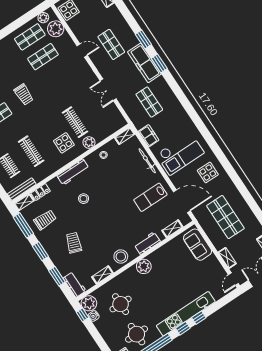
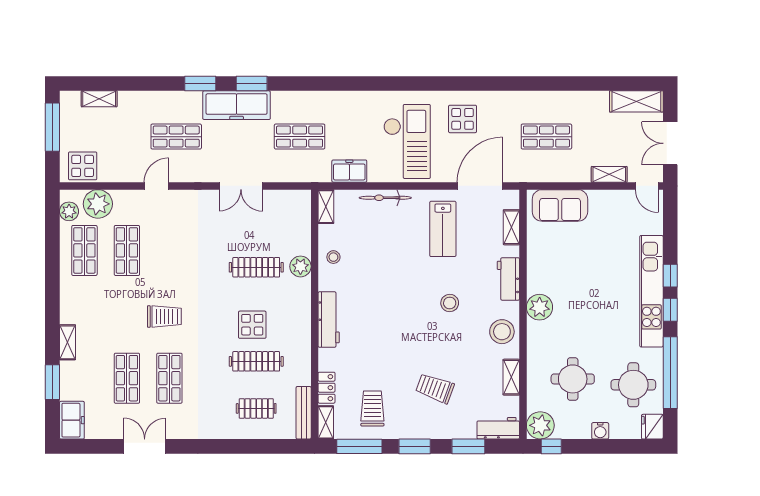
display table: (64, 143) -> (252, 325), moved
stool: (84, 199) -> (450, 303), moved
shop shelf: (225, 217) -> (546, 137), width x0.70, depth x0.74
water cooler: (94, 316) -> (600, 431), moved

